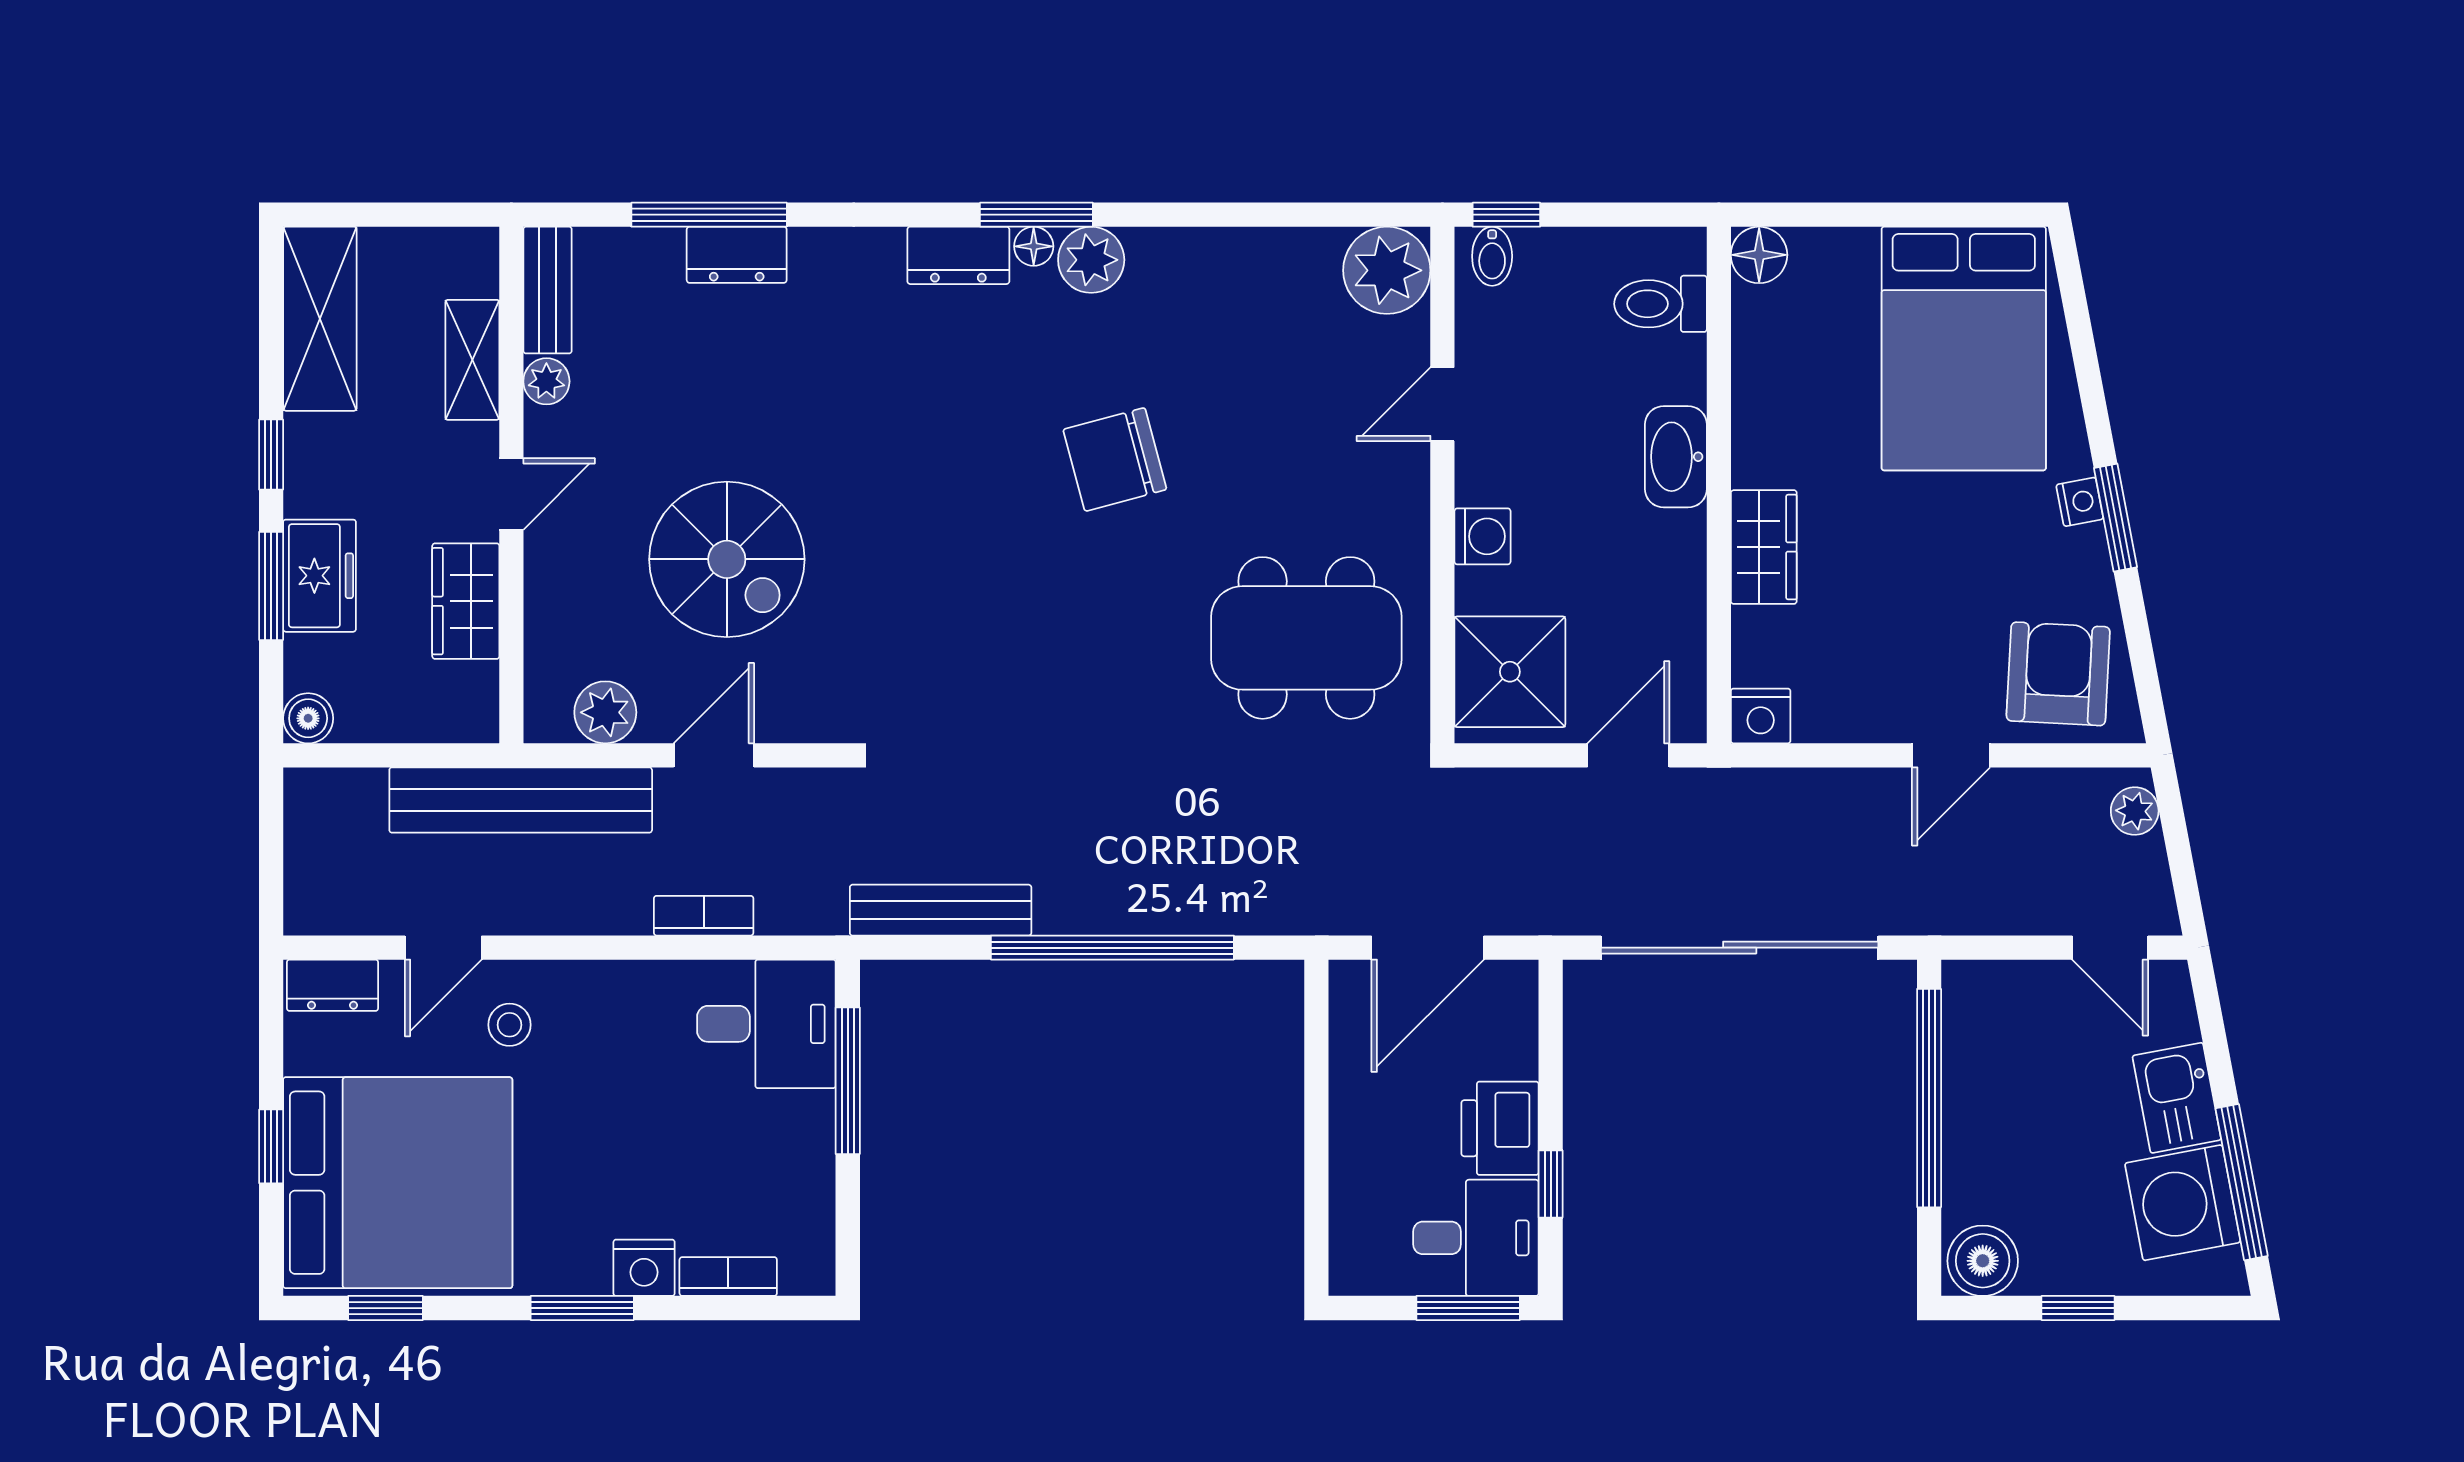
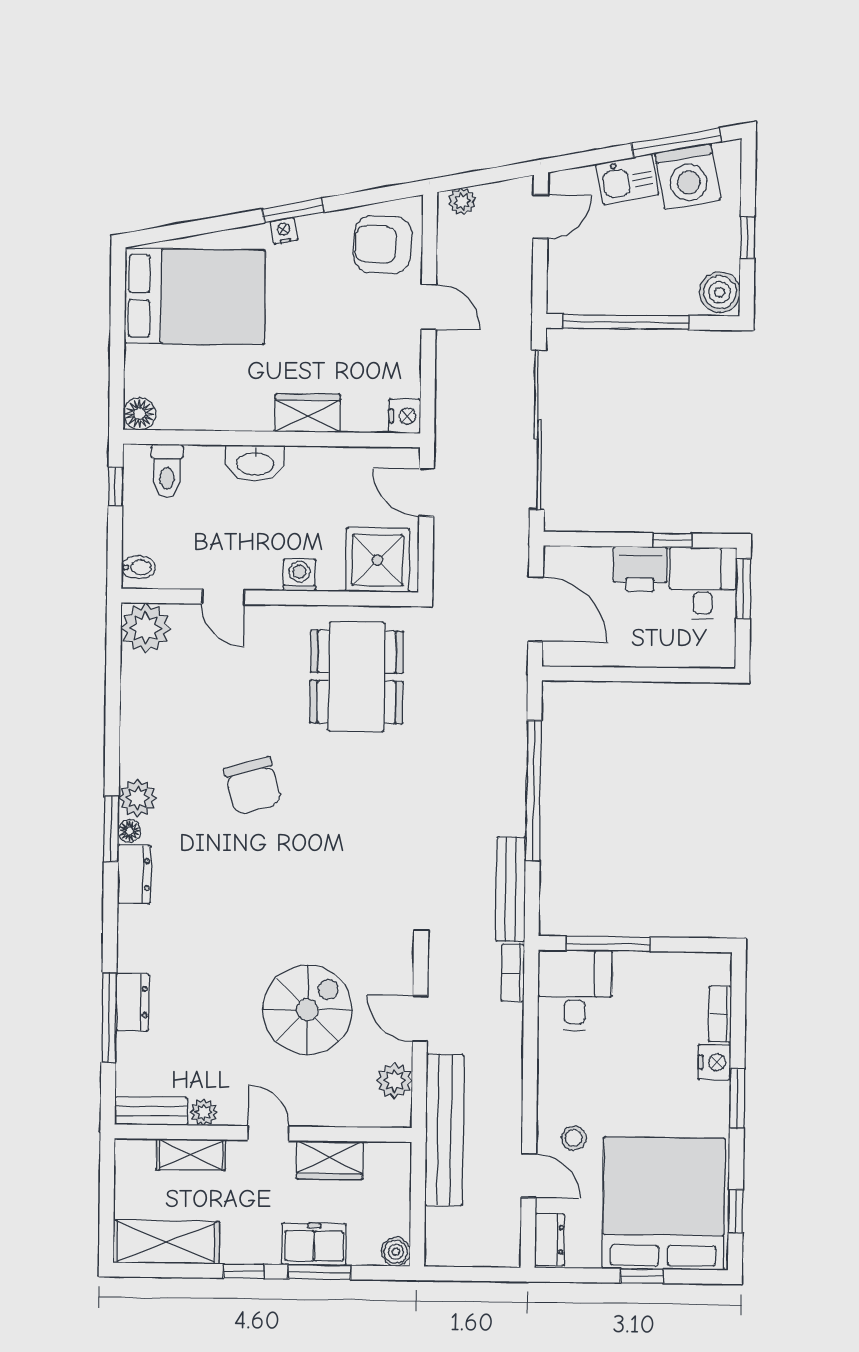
window: (1506, 215) -> (115, 486), moved
bookcase: (704, 916) -> (513, 973), moved

